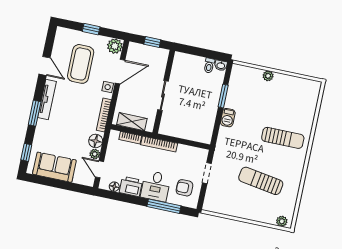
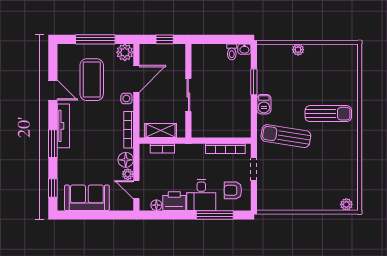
window: (91, 29) -> (95, 39), width x2.17
bookcase: (159, 144) -> (225, 149), moved
sun lounger: (261, 181) -> (286, 136), moved

